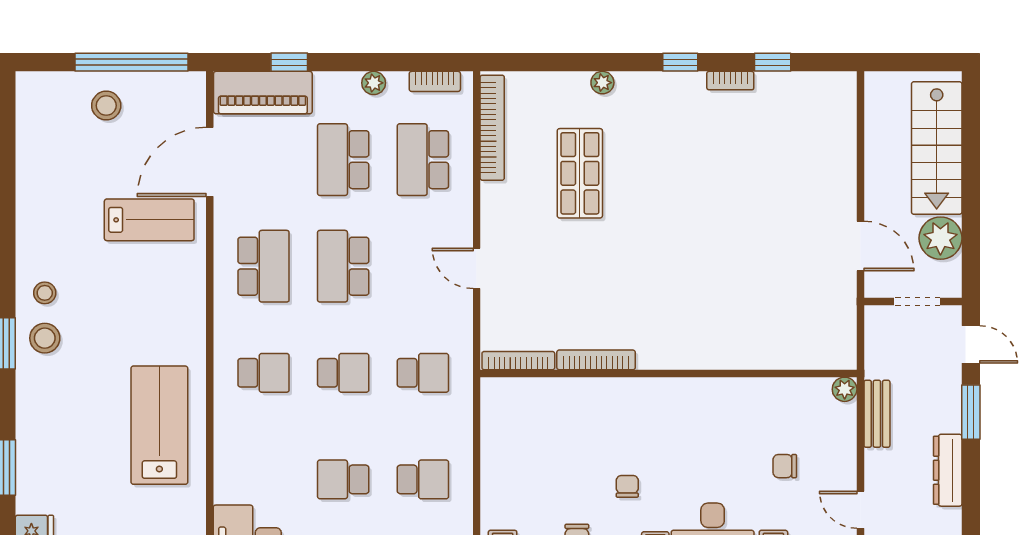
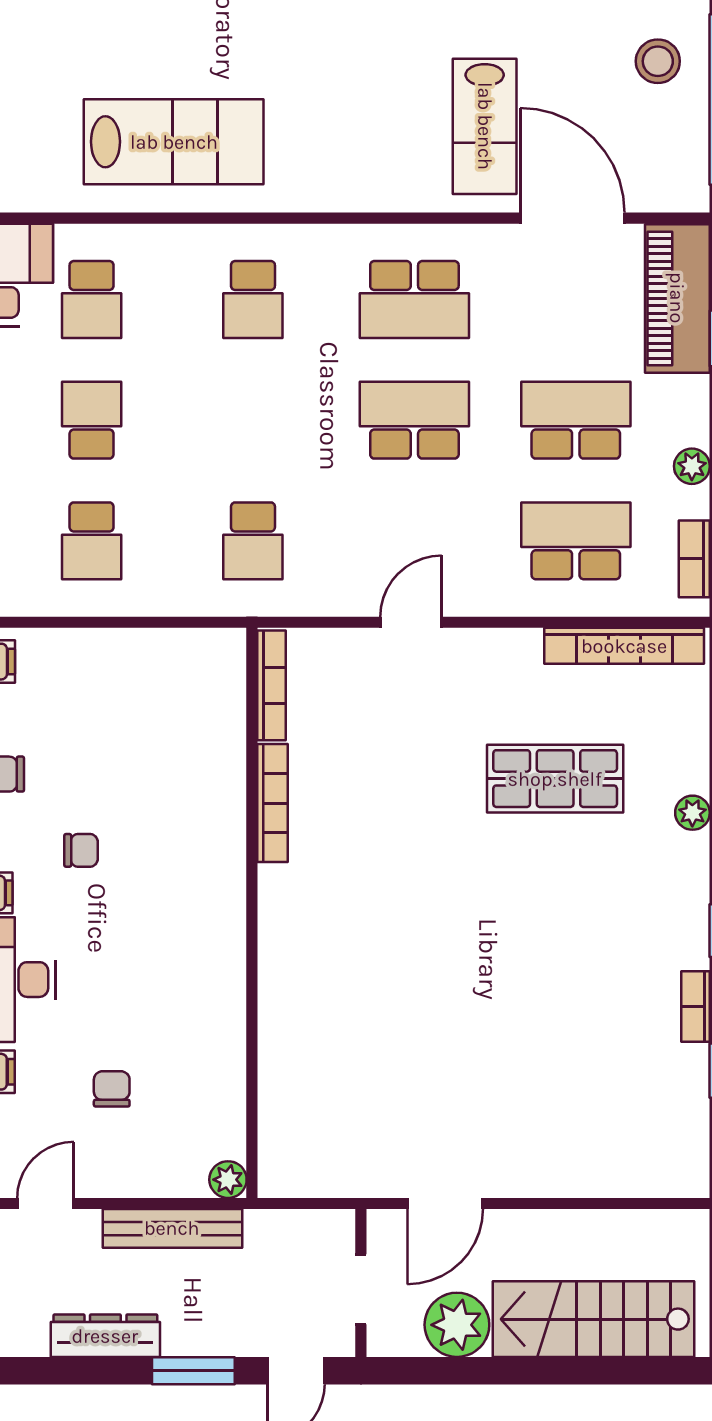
school desk: (343, 373) -> (92, 299), moved
bench: (877, 414) -> (172, 1228), width x1.36

